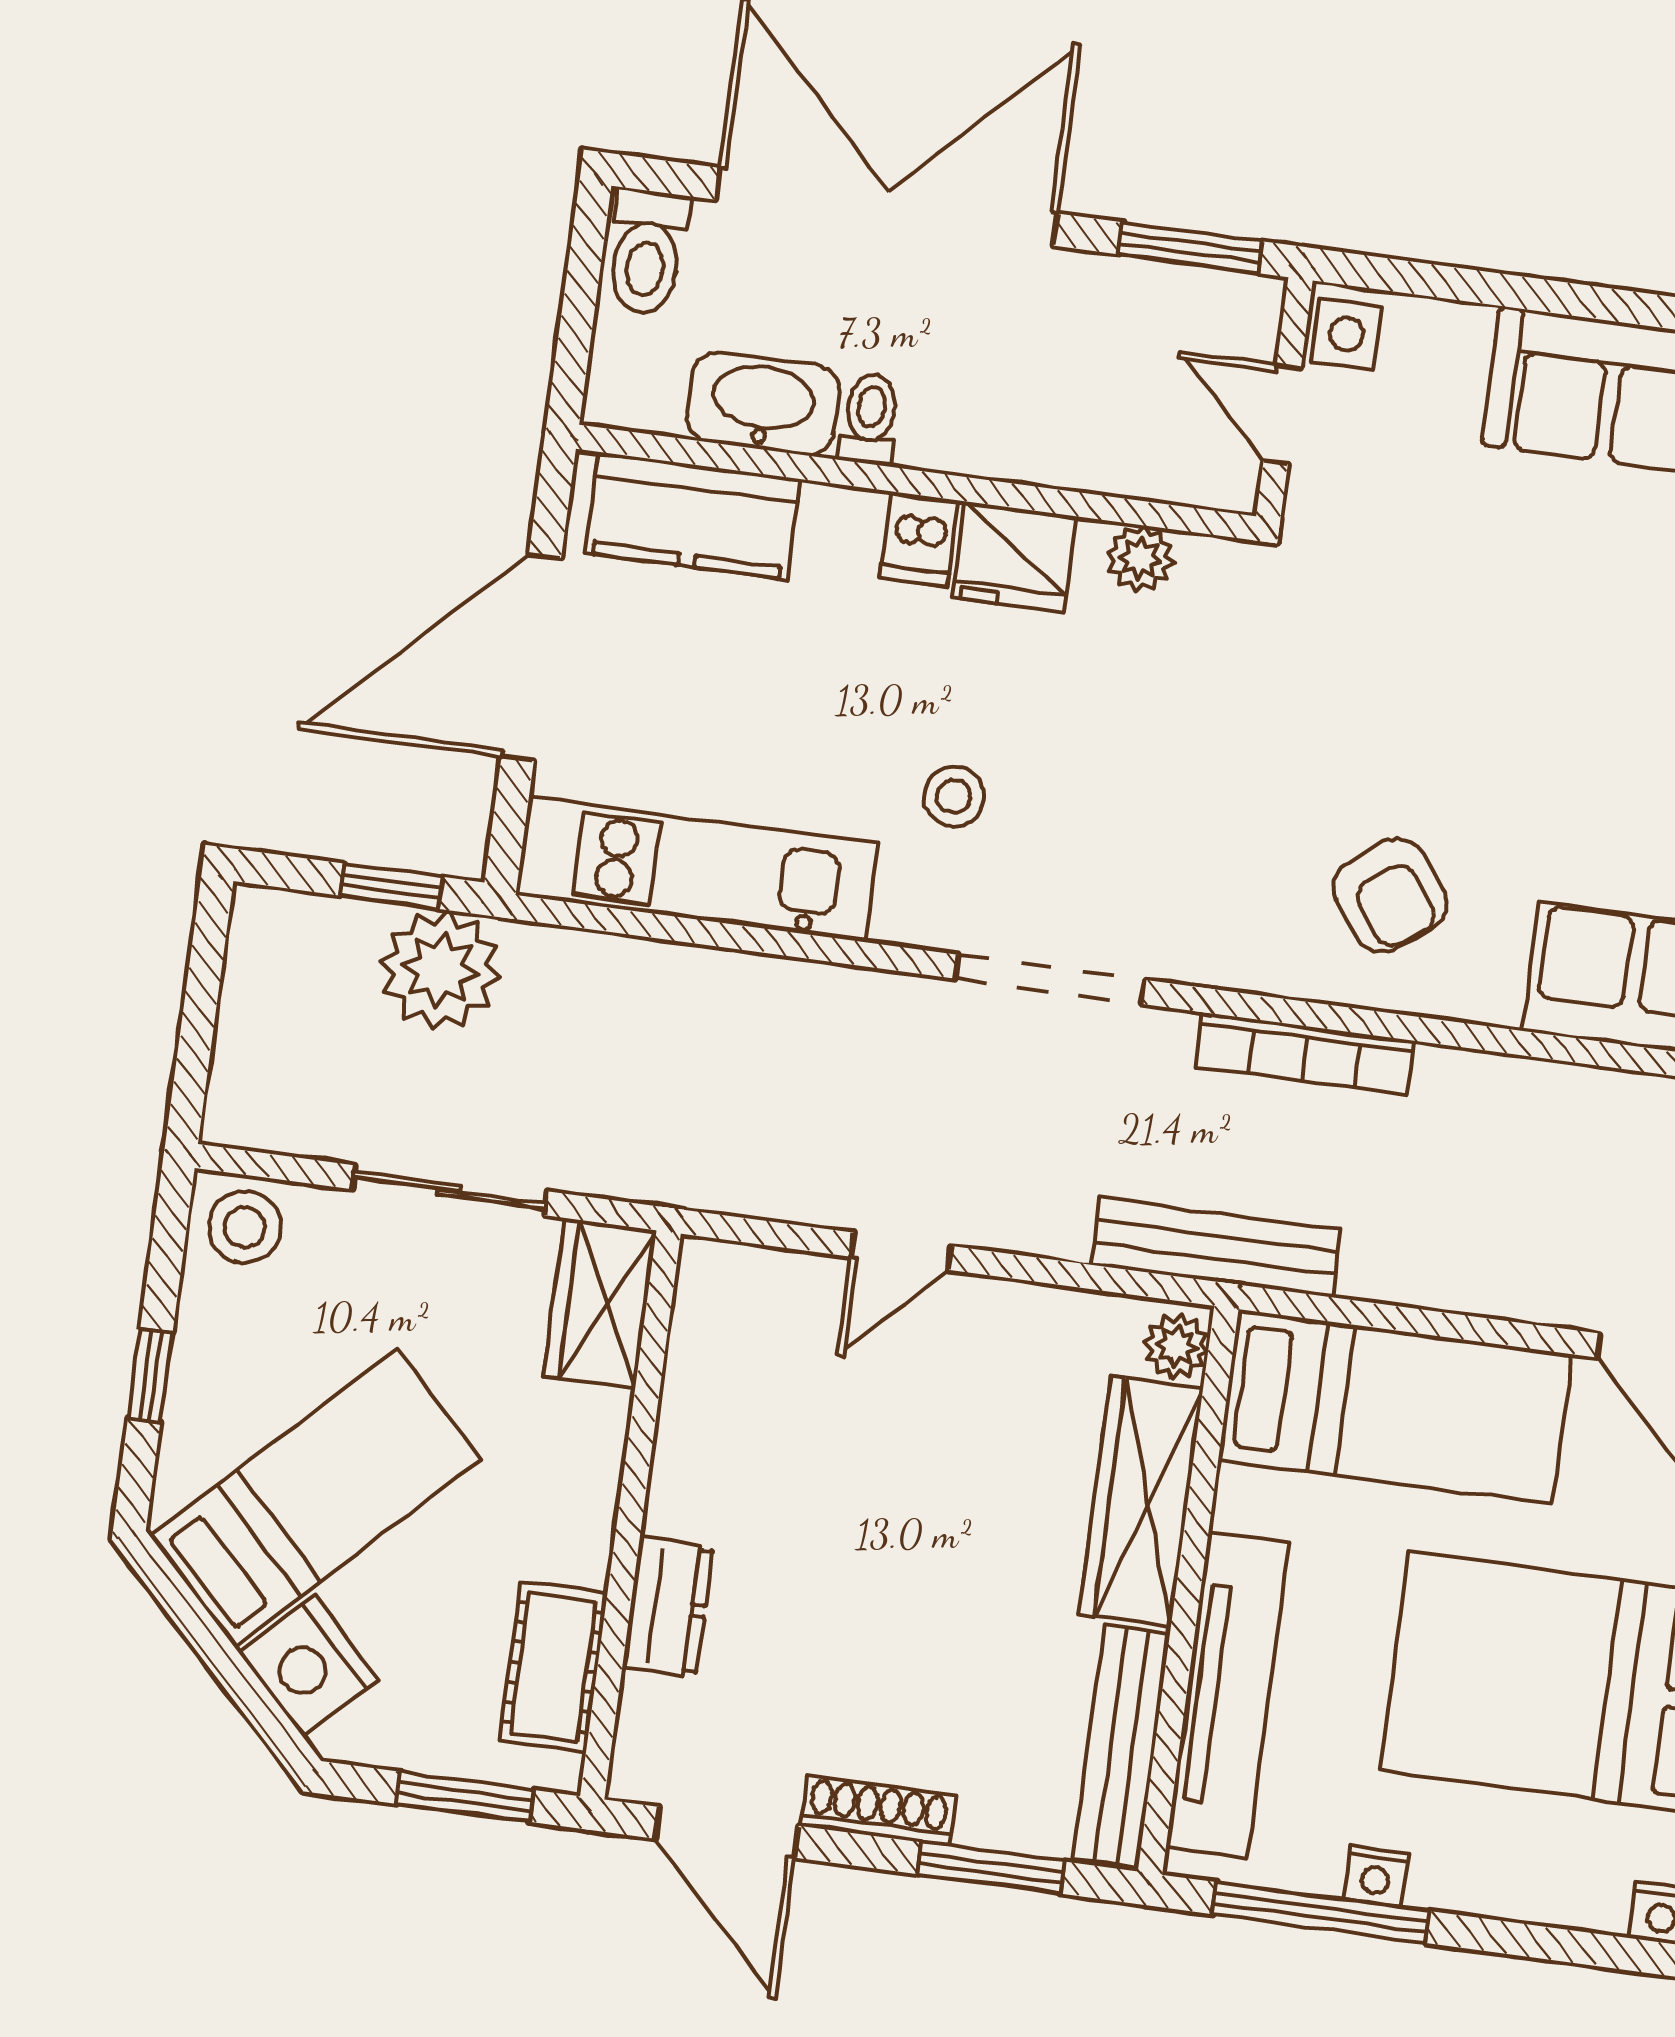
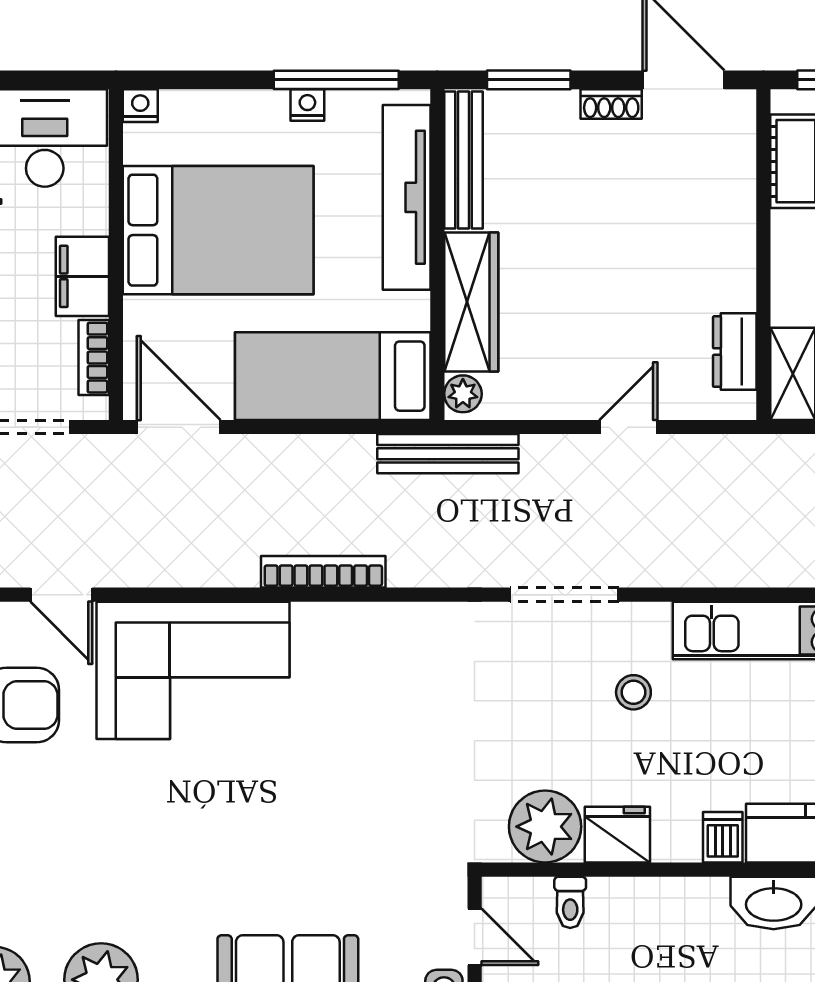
toilet: (870, 419) -> (570, 902), moved
dishwasher: (919, 539) -> (723, 837), moved
plant: (1140, 558) -> (545, 827), width x1.88, depth x1.88
armchair: (1390, 895) -> (375, 669), removed
bookcase: (1305, 1054) -> (323, 572), moved
dresser: (668, 1607) -> (735, 352), moved
shoe rack: (878, 1811) -> (611, 104), width x0.70

